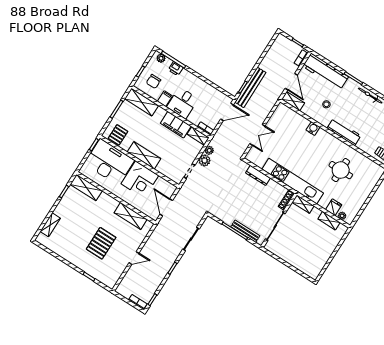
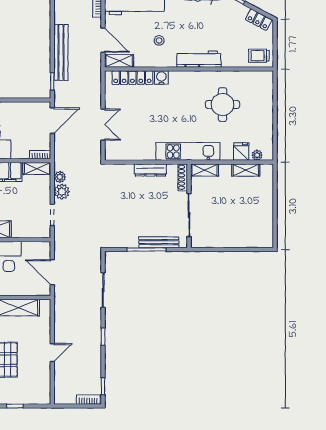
bench: (250, 87) -> (61, 52), moved
locker: (295, 117) -> (132, 78), added
dresser: (258, 175) -> (150, 170), moved
kitchen unit: (293, 181) -> (188, 151), width x0.73

